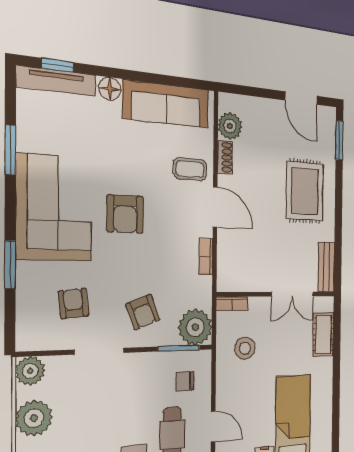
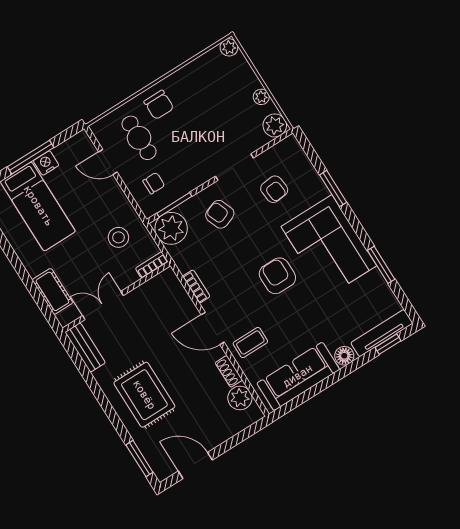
plant: (34, 418) -> (261, 97), width x0.53, depth x0.53

